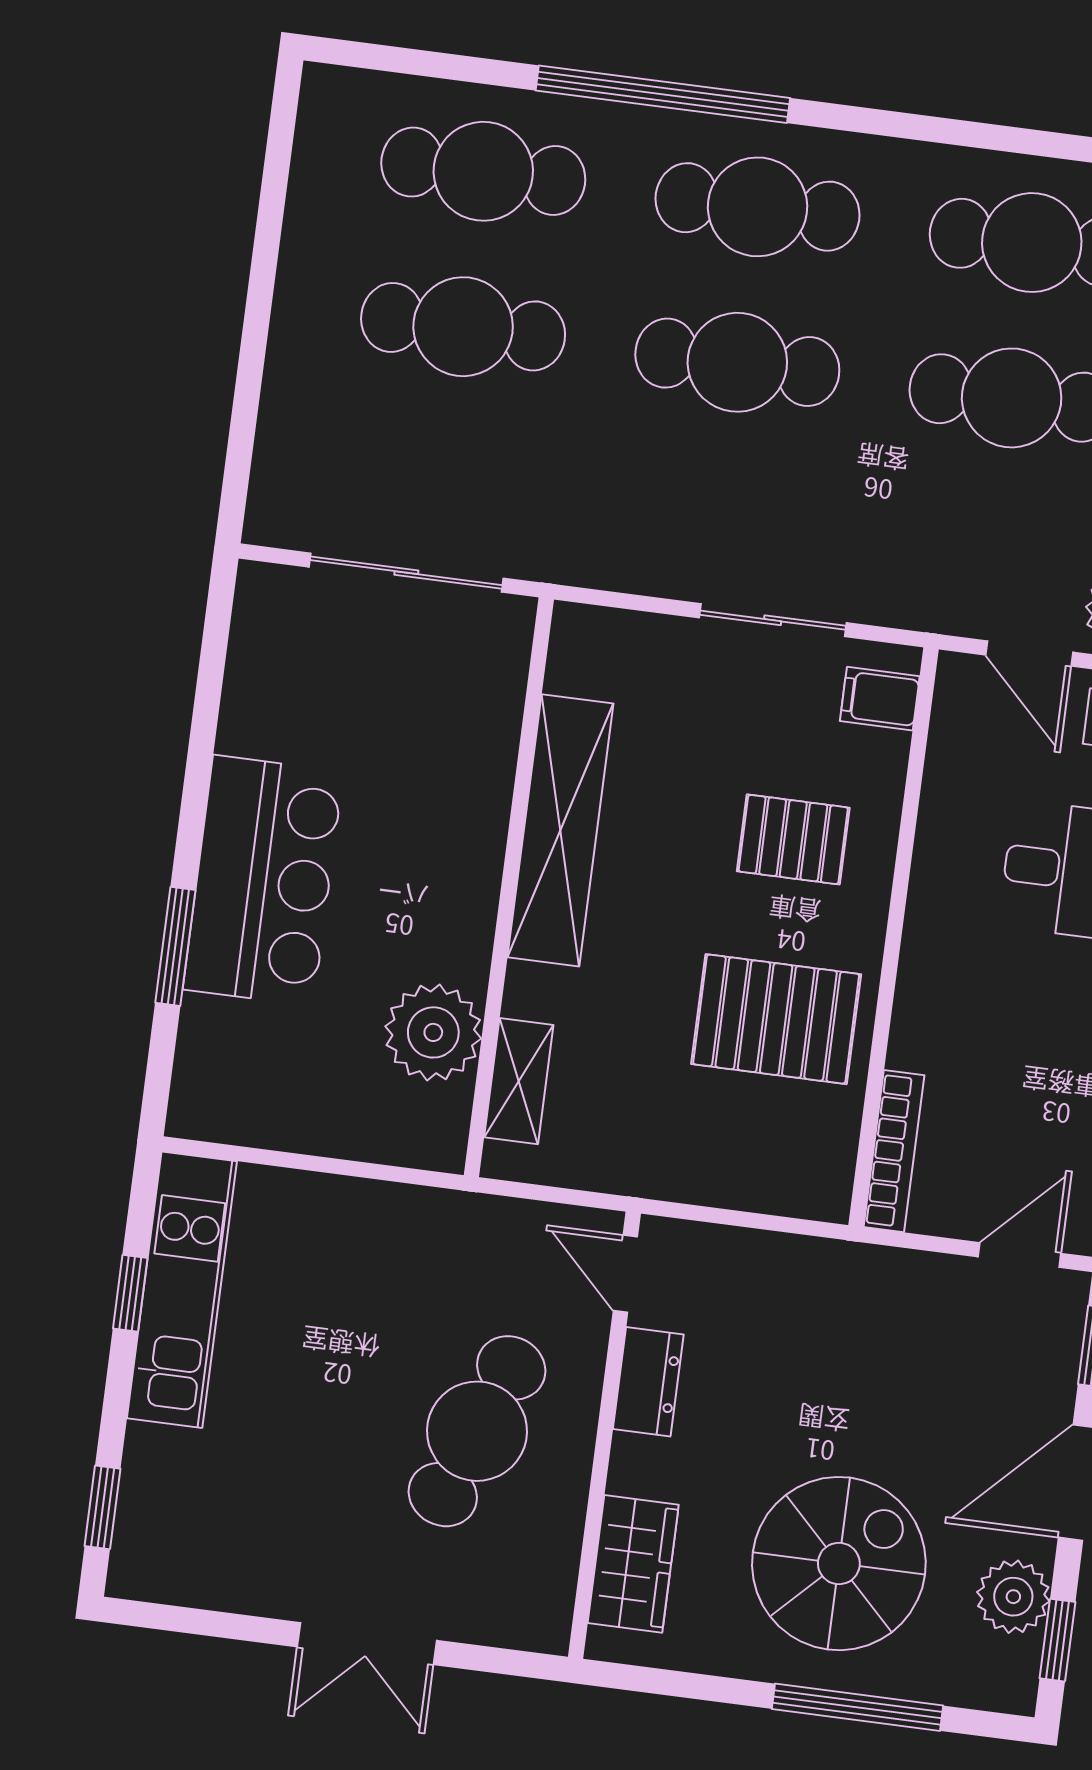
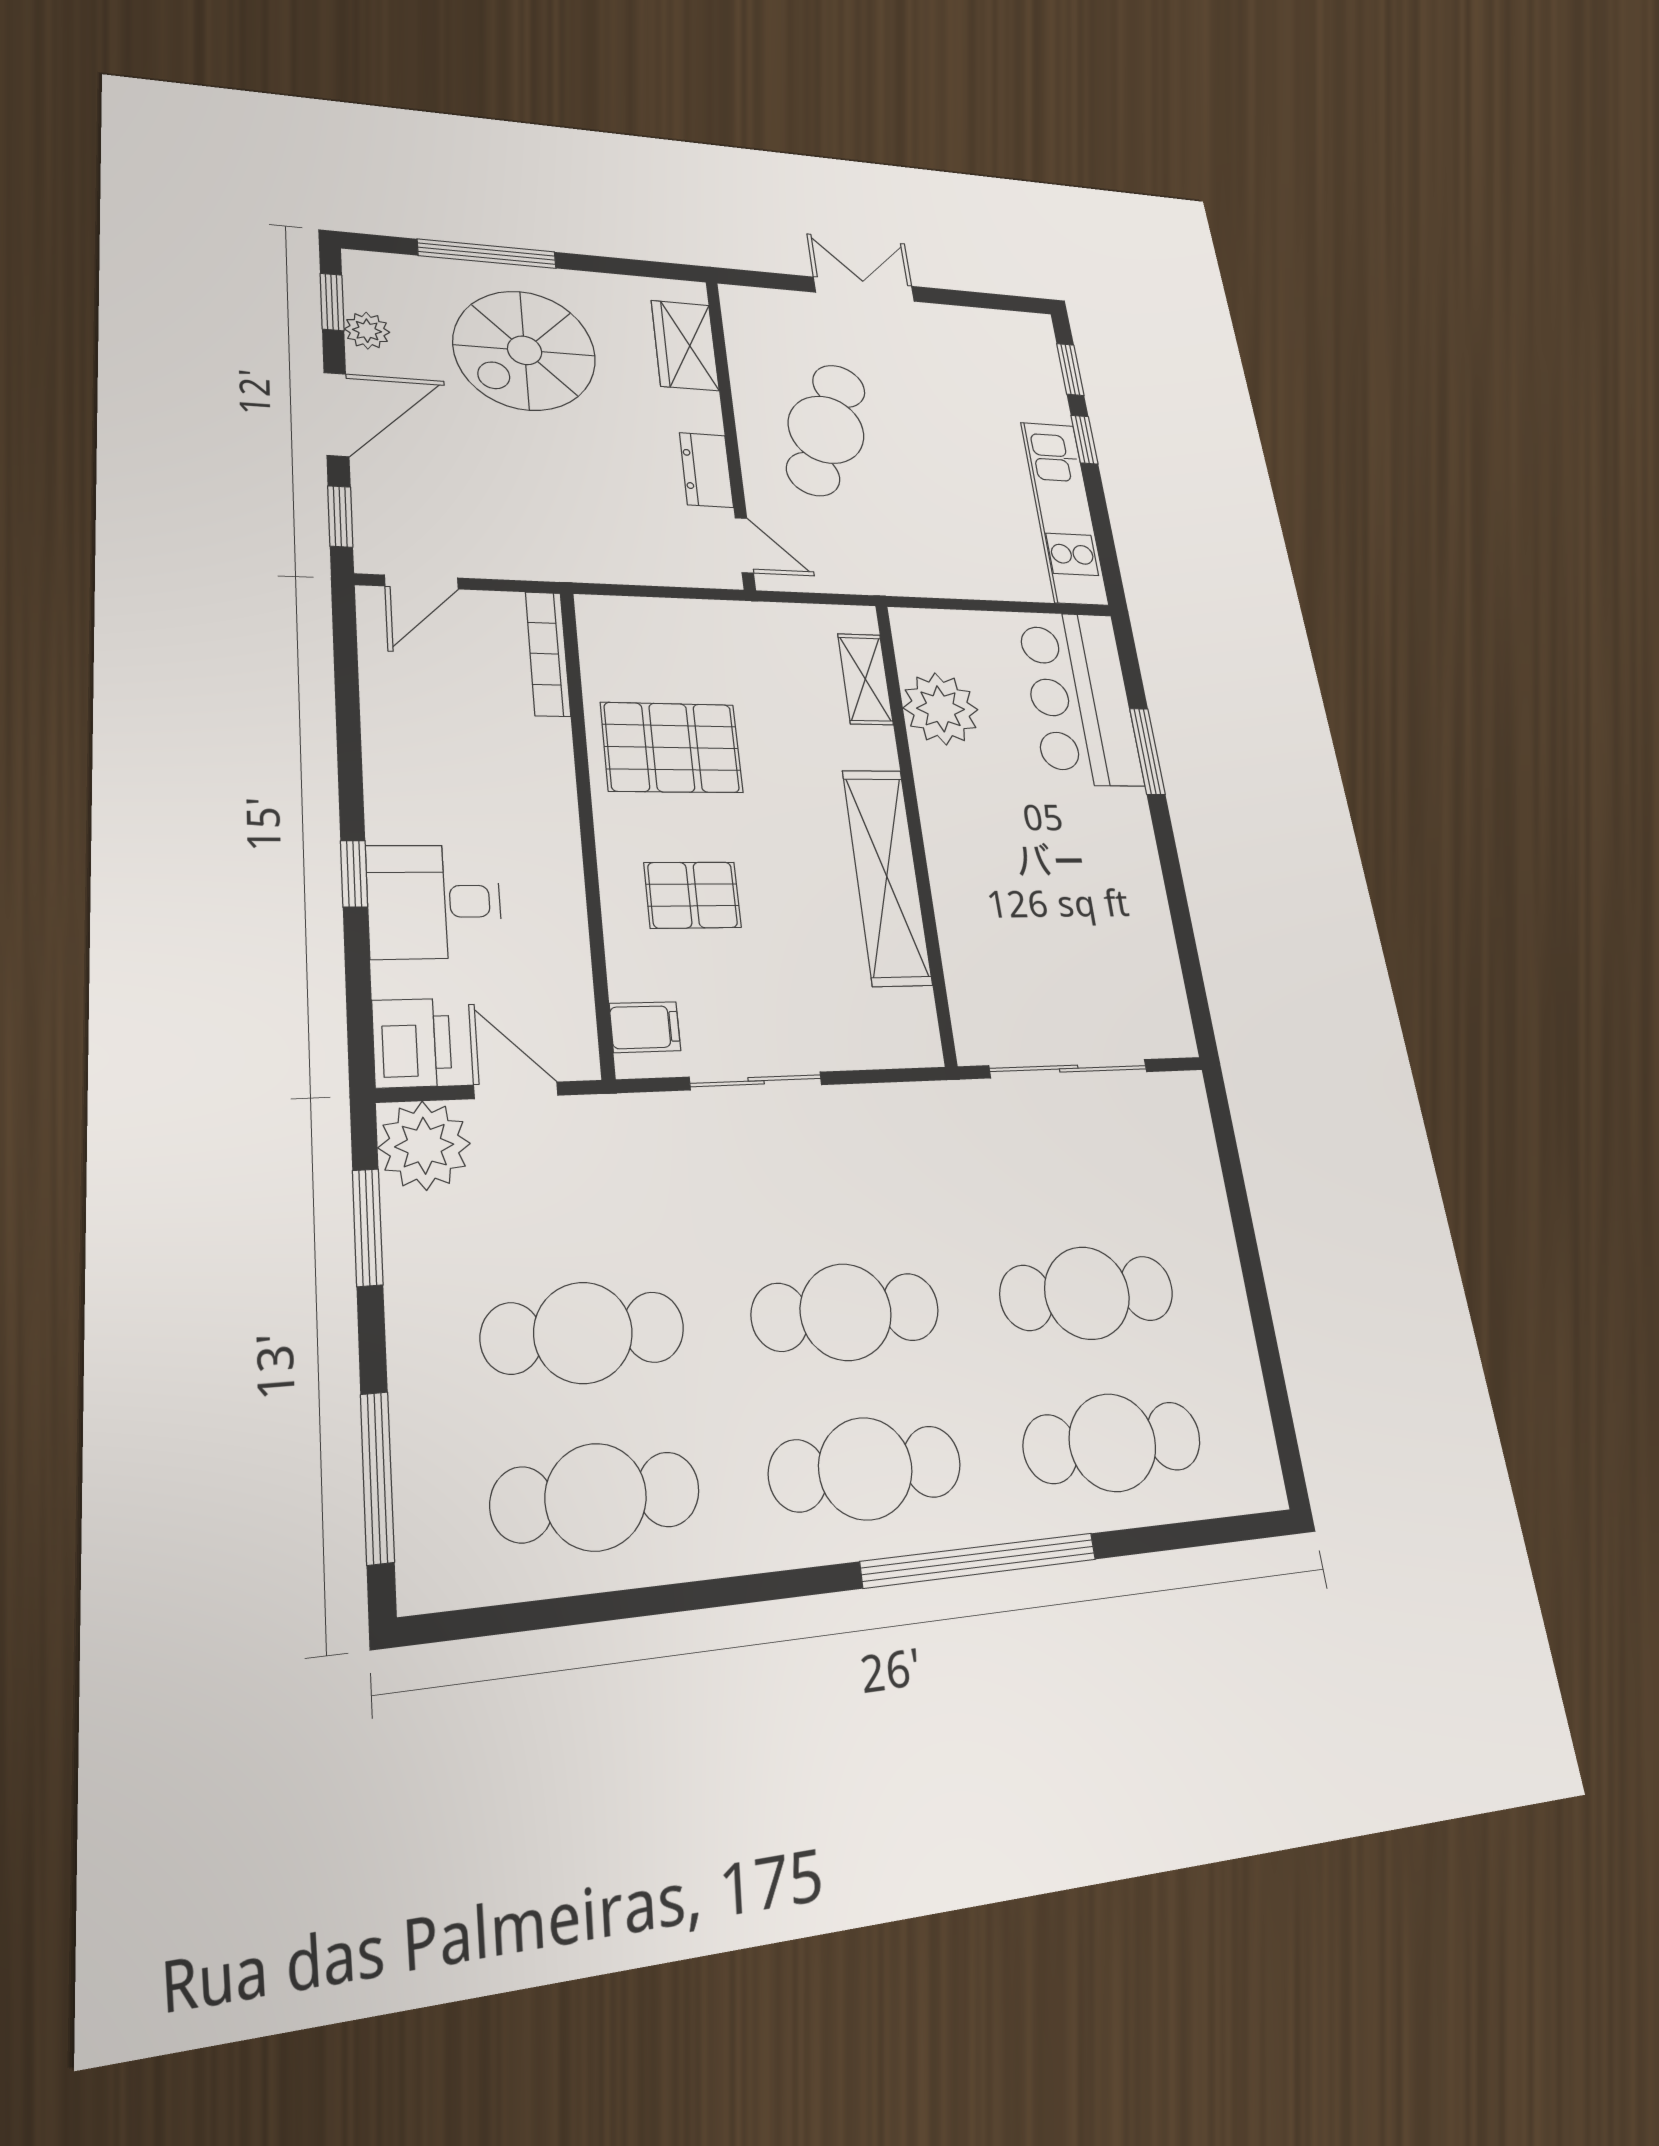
bar counter: (263, 880) -> (1080, 698), moved
window: (130, 1293) -> (1084, 440), moved
plant: (1013, 1597) -> (367, 331), width x0.73, depth x0.73

